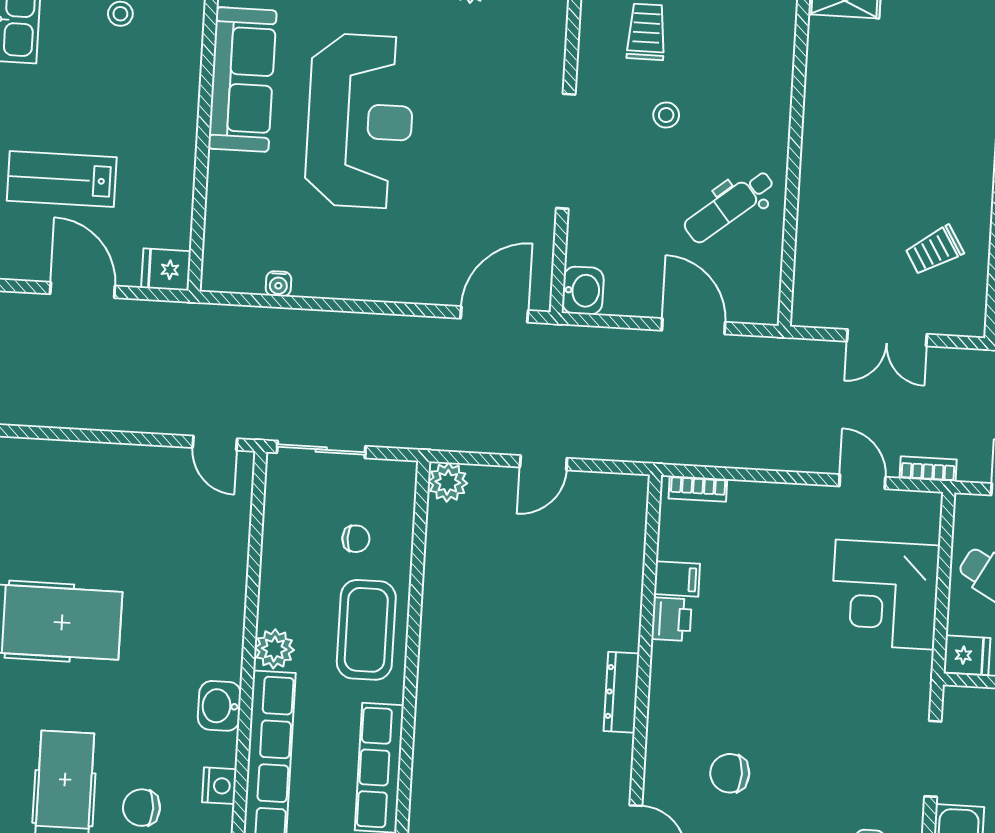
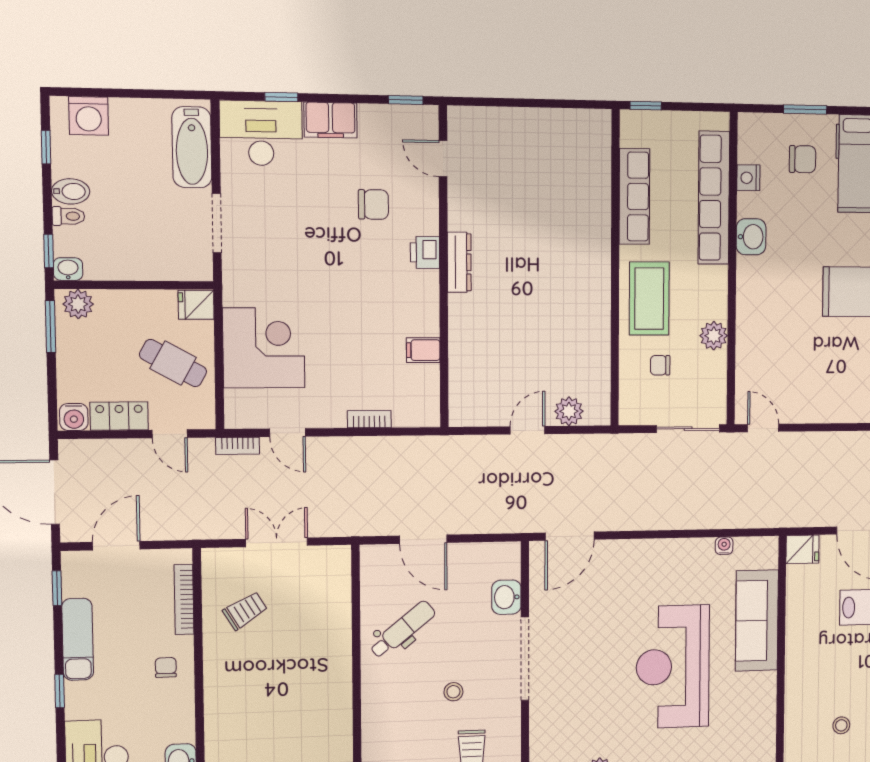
sofa: (242, 80) -> (757, 621), moved
washbasin: (583, 291) -> (506, 597), moved
plant: (448, 482) -> (569, 411), moved
bookcase: (698, 489) -> (369, 419), moved
printer: (672, 619) -> (425, 252), moved
plant: (274, 649) -> (714, 336), moved

